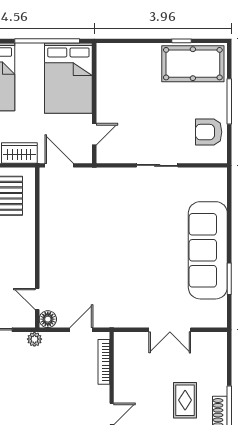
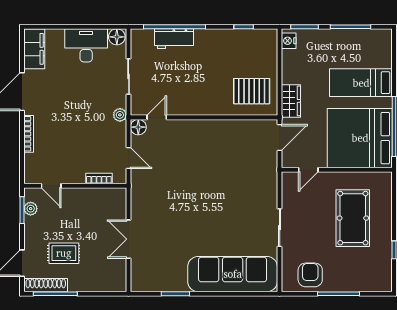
pool table: (193, 64) -> (353, 218), moved
bed: (68, 78) -> (360, 138), width x1.36
door: (94, 134) -> (308, 170), hinge flipped
sofa: (208, 250) -> (233, 274), moved
bookcase: (104, 362) -> (99, 179), width x0.64

